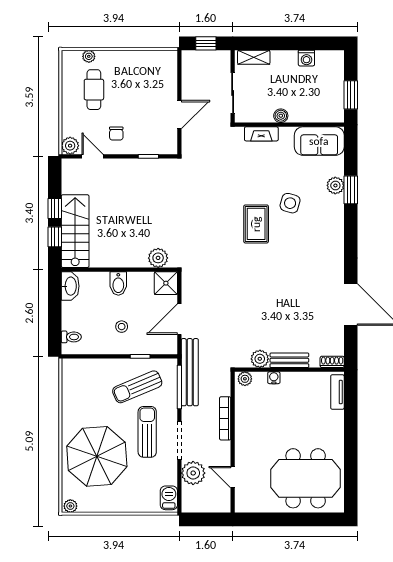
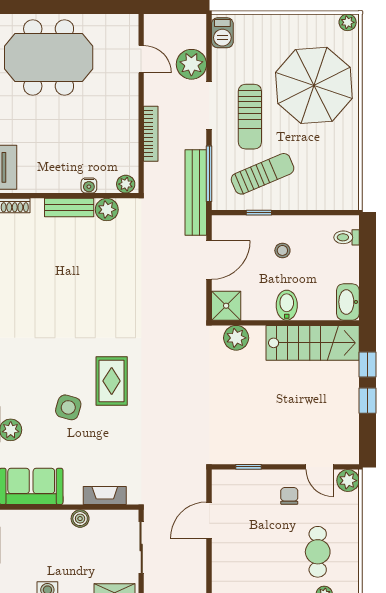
stairs: (75, 231) -> (313, 343), moved, turned -90

